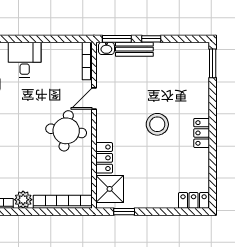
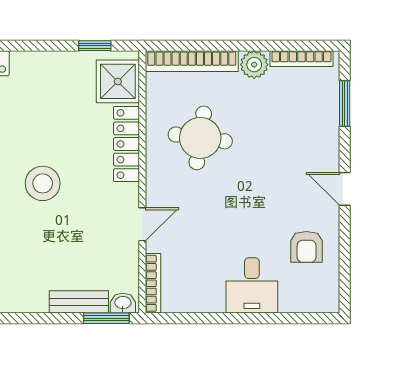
window: (151, 39) -> (52, 318), removed
round table: (66, 131) -> (200, 138), moved
locker: (104, 158) -> (126, 144), width x1.53

